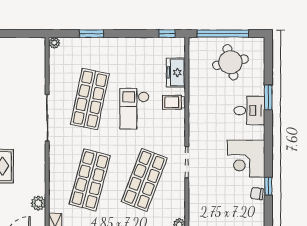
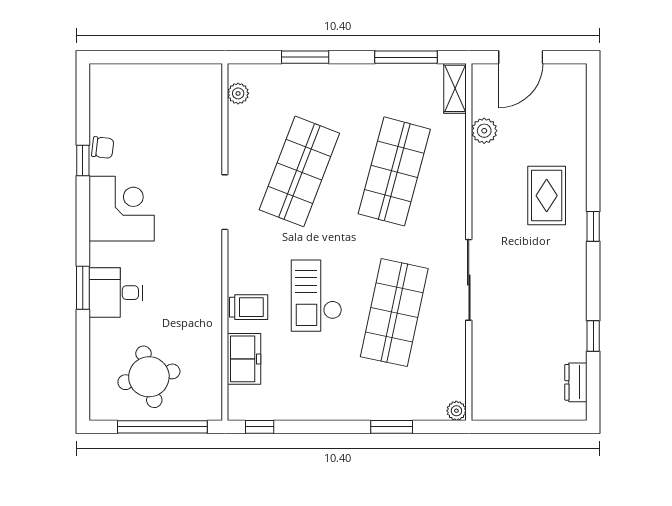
window: (268, 97) -> (83, 288), moved
checkout: (134, 109) -> (317, 296), turned 180

